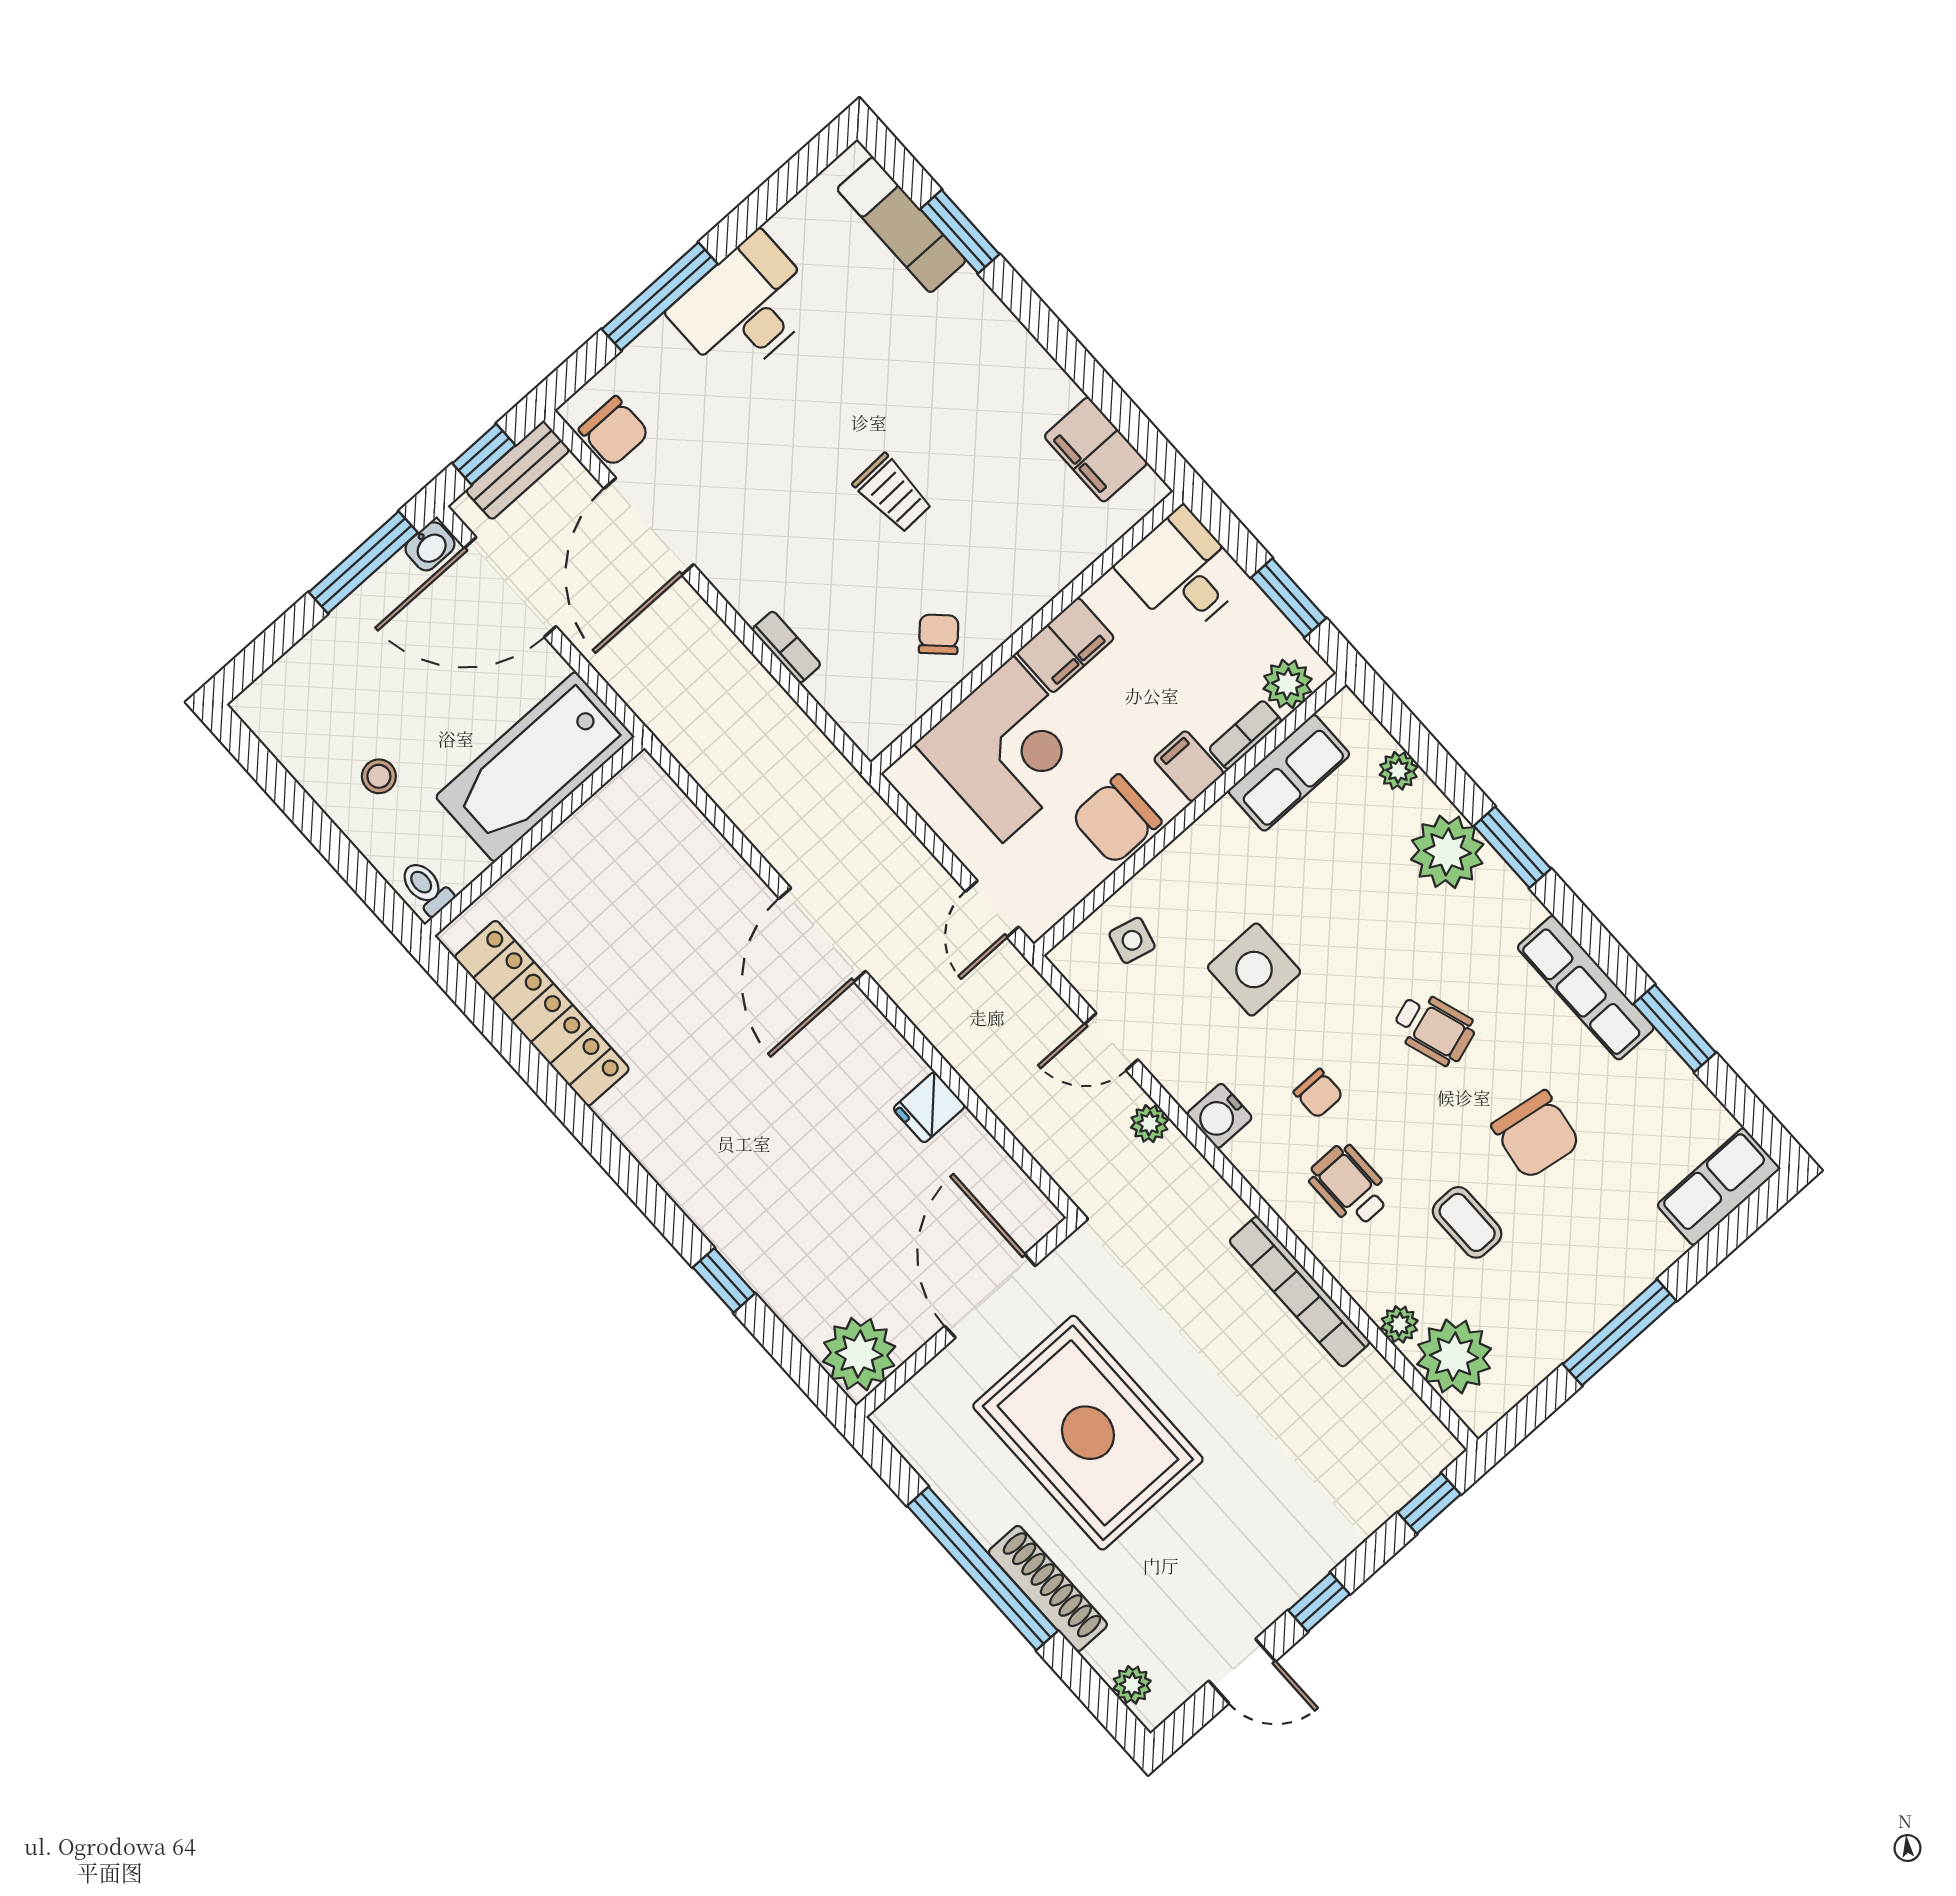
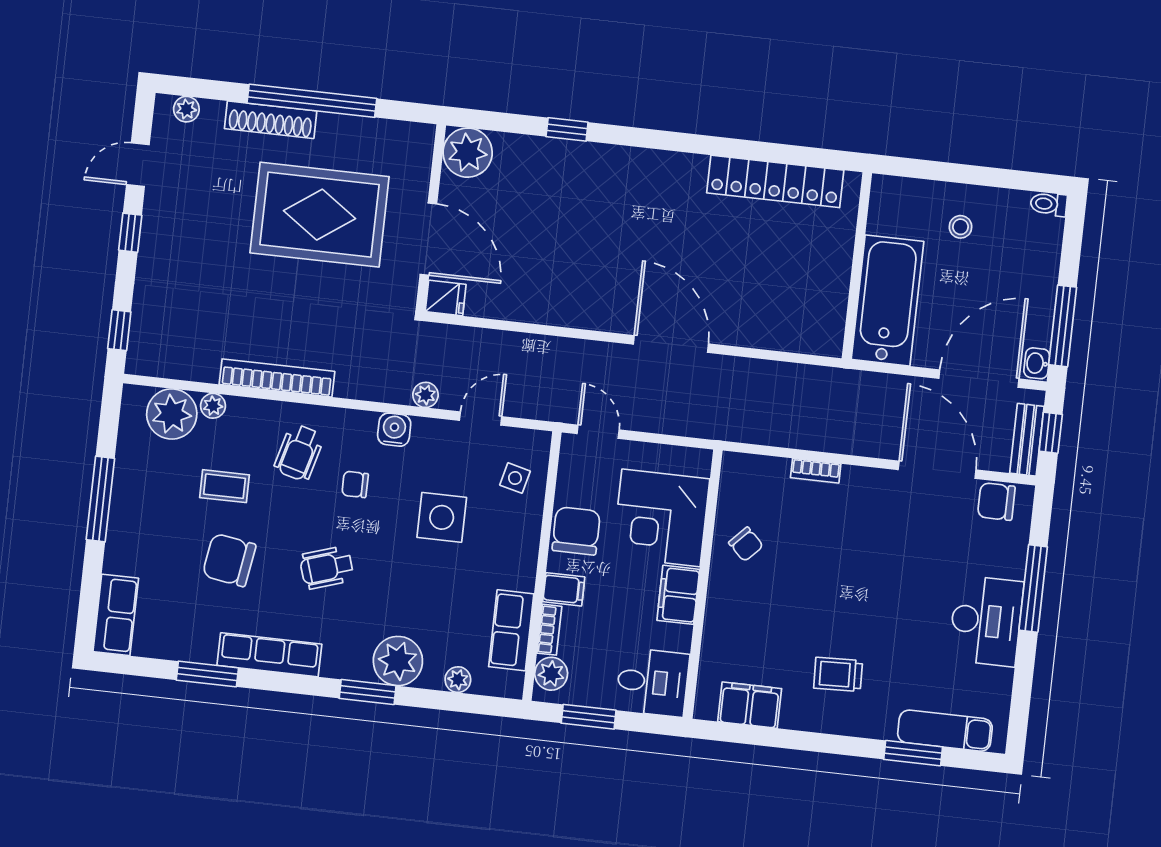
trolley: (893, 493) -> (838, 674), moved
toilet: (426, 888) -> (1049, 204), moved, turned 180
fridge: (929, 1107) -> (446, 298), moved, turned 90
wheelchair: (1349, 1185) -> (299, 453), turned 105

